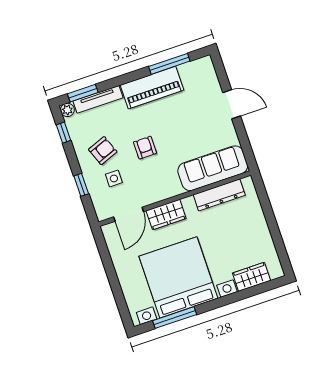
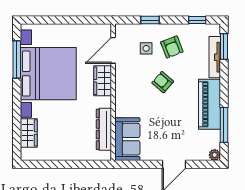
plant: (67, 110) -> (215, 155), moved
armchair: (145, 148) -> (163, 82), turned -139
sofa: (213, 168) -> (127, 139), width x0.73
door: (129, 214) -> (113, 50), hinge flipped

